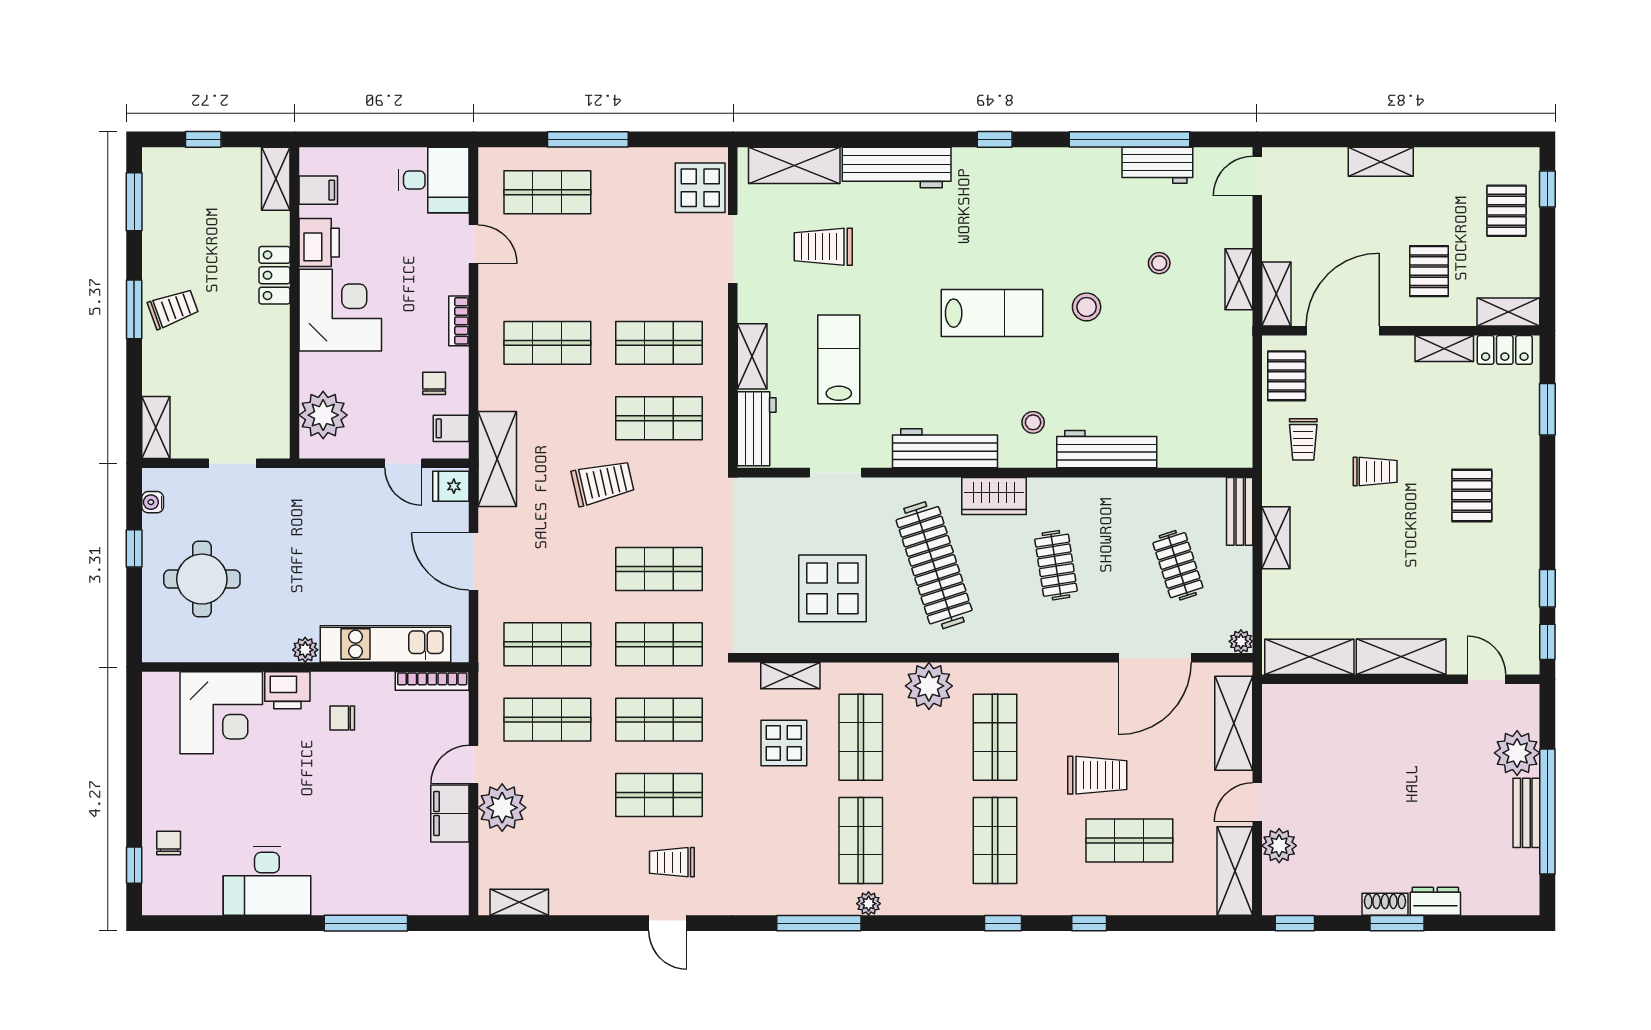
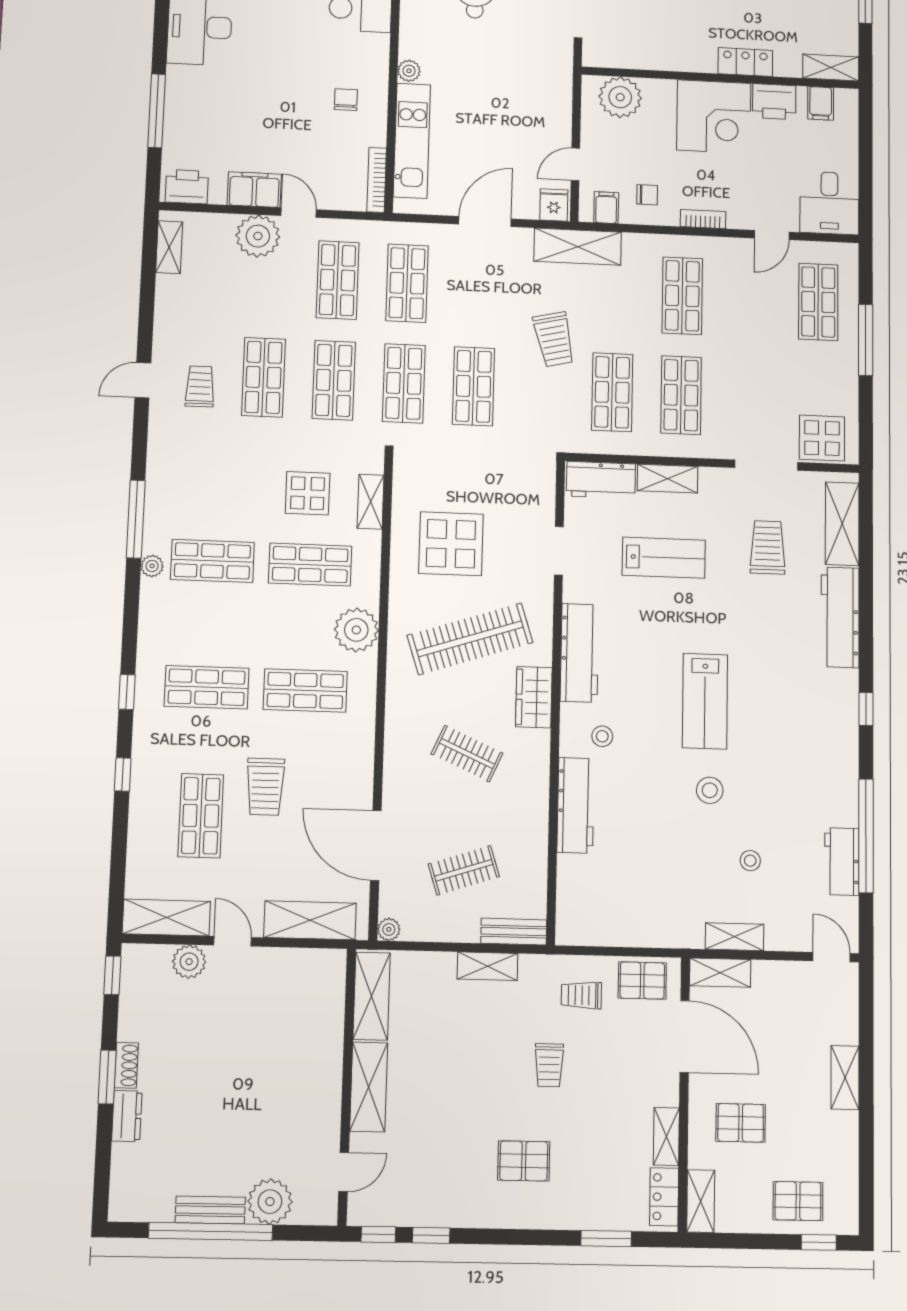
clothes rail: (1056, 565) -> (467, 754), turned 33
printer: (287, 690) -> (187, 187), moved, turned 90

